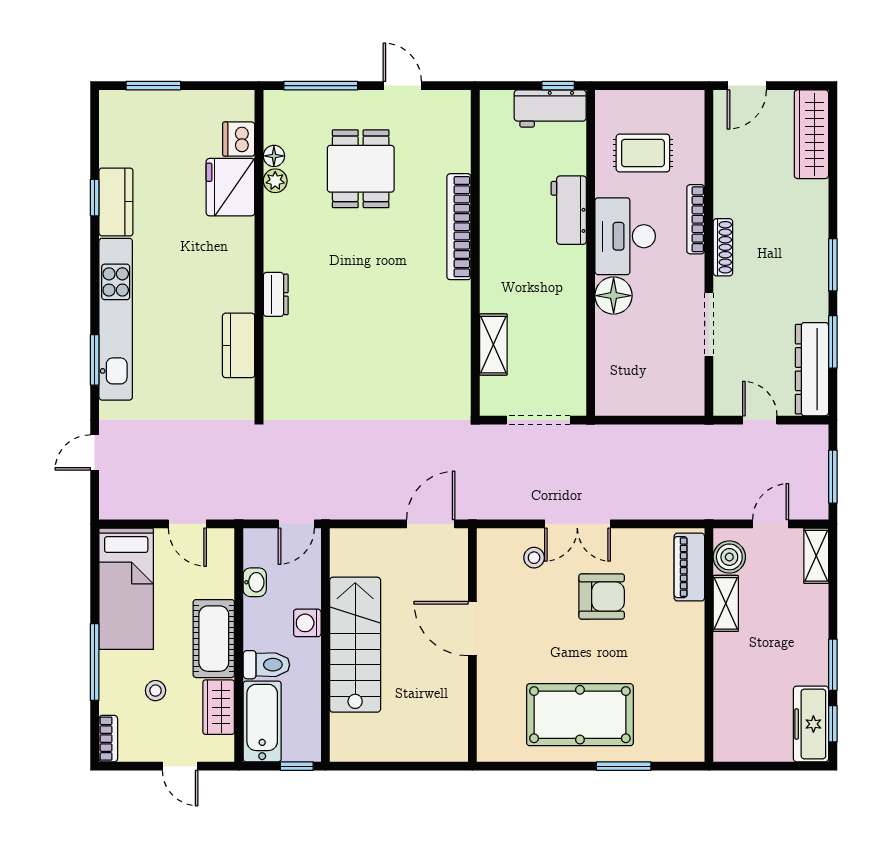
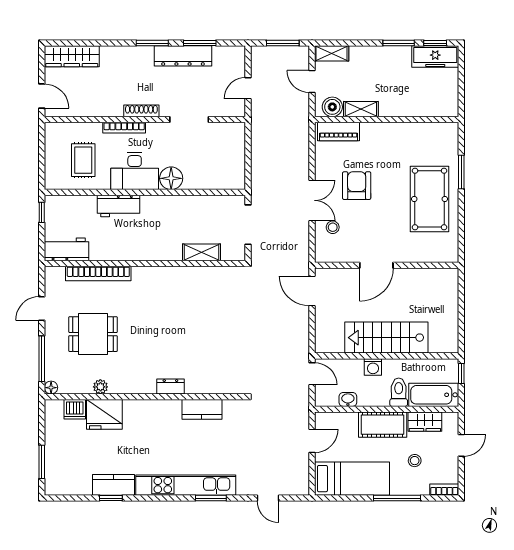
workbench: (550, 108) -> (67, 249), moved, turned -90
floor lamp: (274, 156) -> (51, 388), moved
bookcase: (459, 227) -> (98, 274), moved
dresser: (812, 369) -> (183, 56), moved

